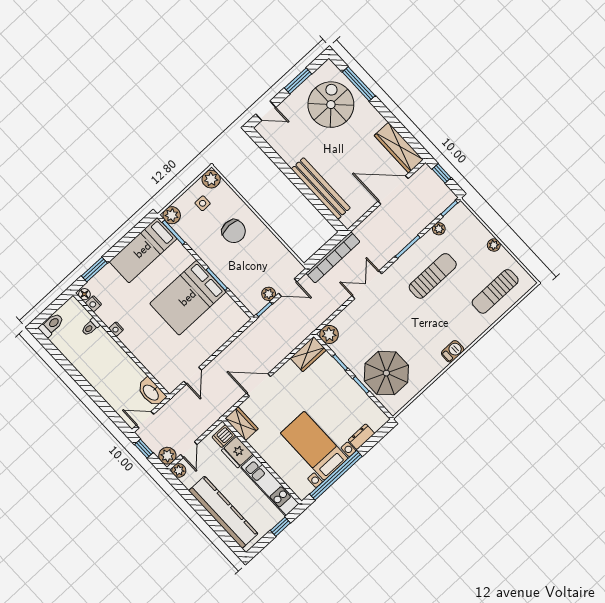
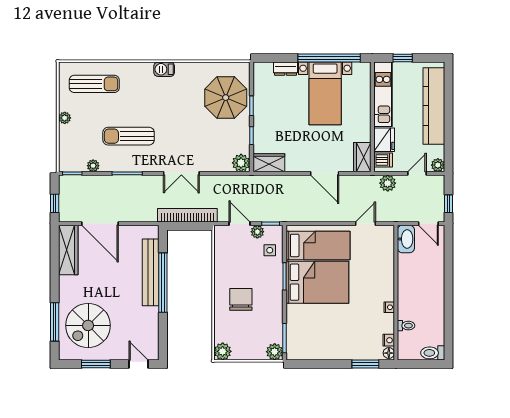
window: (304, 189) -> (163, 283), added
side table: (203, 203) -> (270, 250), moved
bed: (143, 250) -> (318, 245), moved
plant: (167, 456) -> (388, 183), moved

